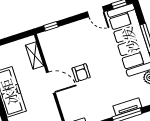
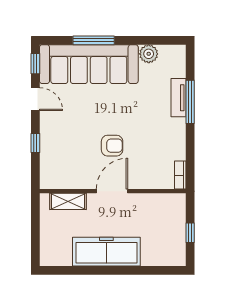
door: (96, 12) -> (35, 99), hinge flipped
window: (51, 26) -> (35, 143), moved

